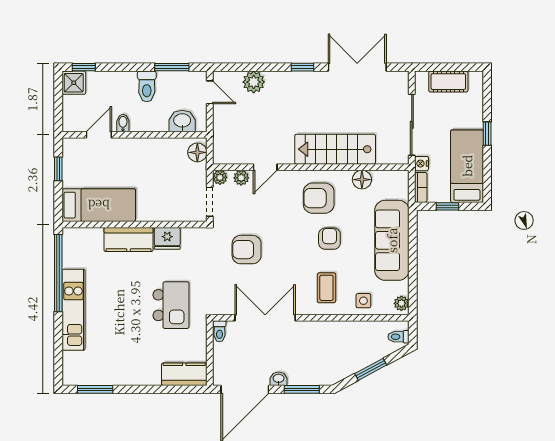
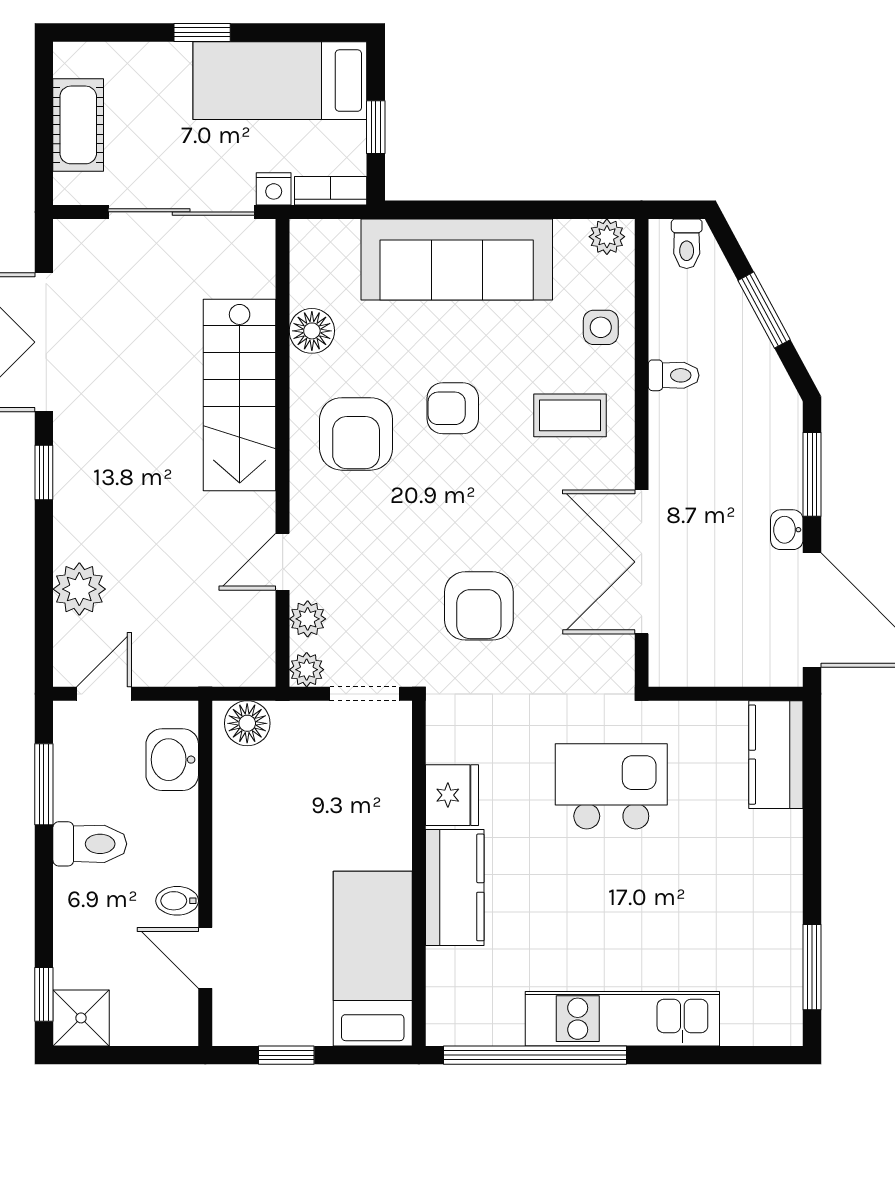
door: (265, 167) -> (283, 562), swing flipped
toilet: (219, 331) -> (674, 375), moved

